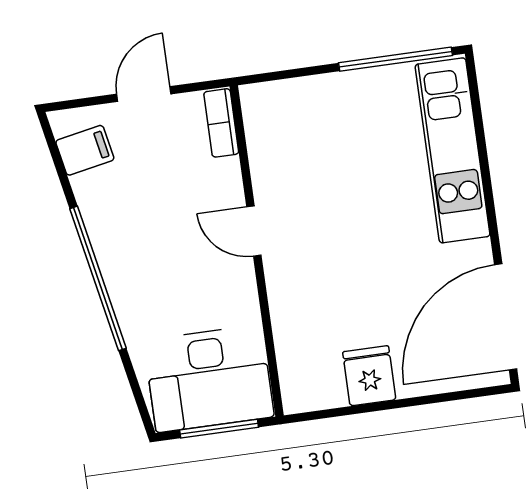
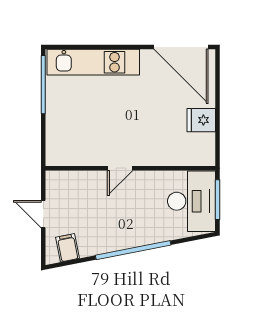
bookcase: (221, 123) -> (63, 177), removed

